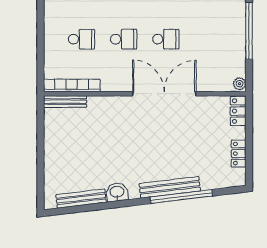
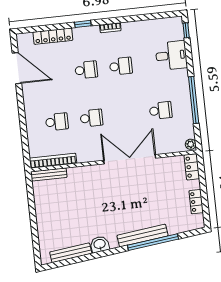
school desk: (166, 39) -> (161, 110), moved

